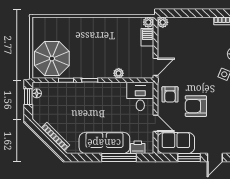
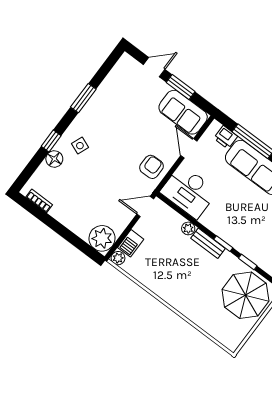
plant: (163, 22) -> (102, 238), width x1.87, depth x1.87
bench: (99, 73) -> (208, 243), added
desk: (140, 96) -> (189, 192), width x1.37
armchair: (196, 106) -> (134, 135), removed

